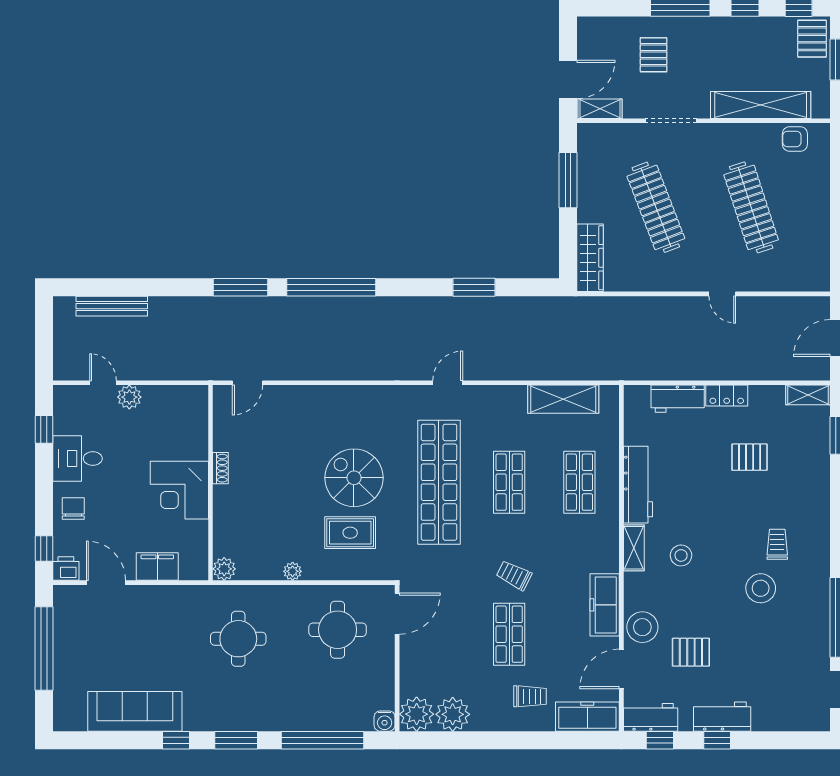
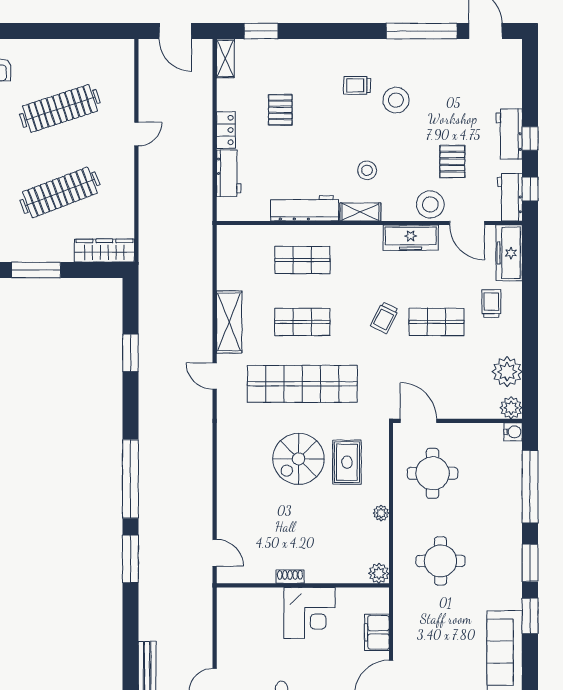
plant: (129, 397) -> (227, 657), removed
shelving: (563, 399) -> (229, 322), moved
plant: (417, 714) -> (511, 408), width x0.73, depth x0.73
window: (176, 740) -> (530, 616), width x1.50

